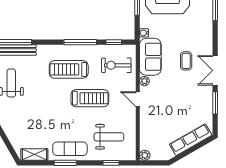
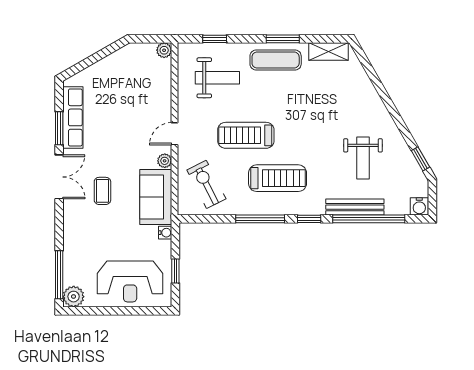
window: (114, 42) -> (309, 219), moved
exercise bike: (116, 65) -> (206, 184), turned -117
door: (138, 99) -> (175, 134), swing flipped
weight bench: (109, 137) -> (217, 78), turned 180
row of seats: (191, 140) -> (73, 117), moved, turned -60

